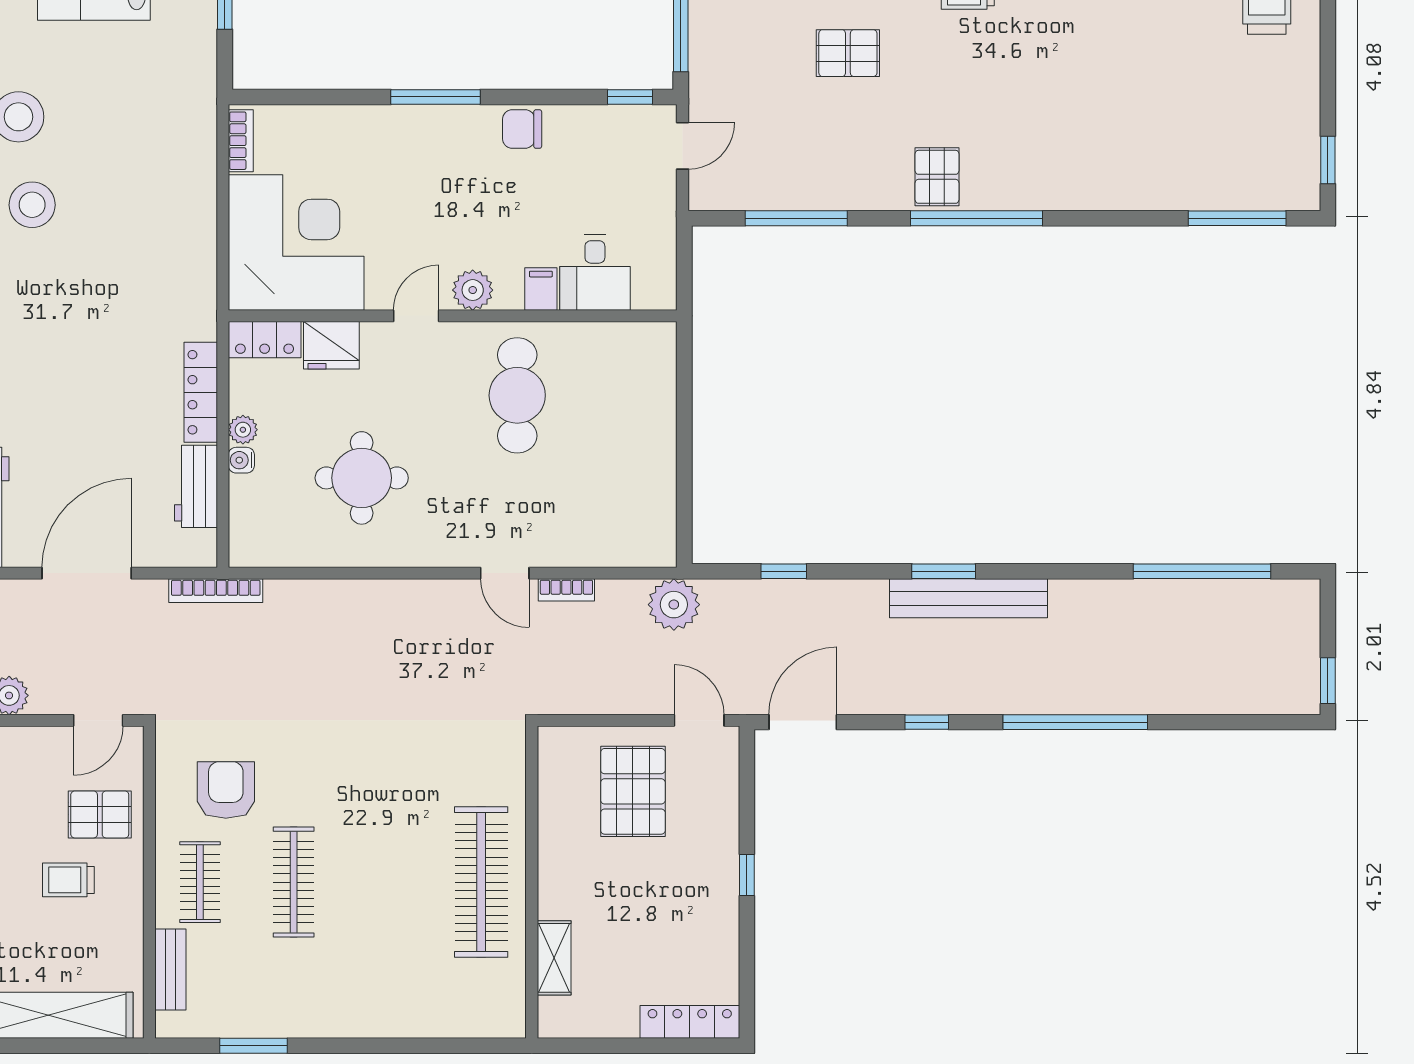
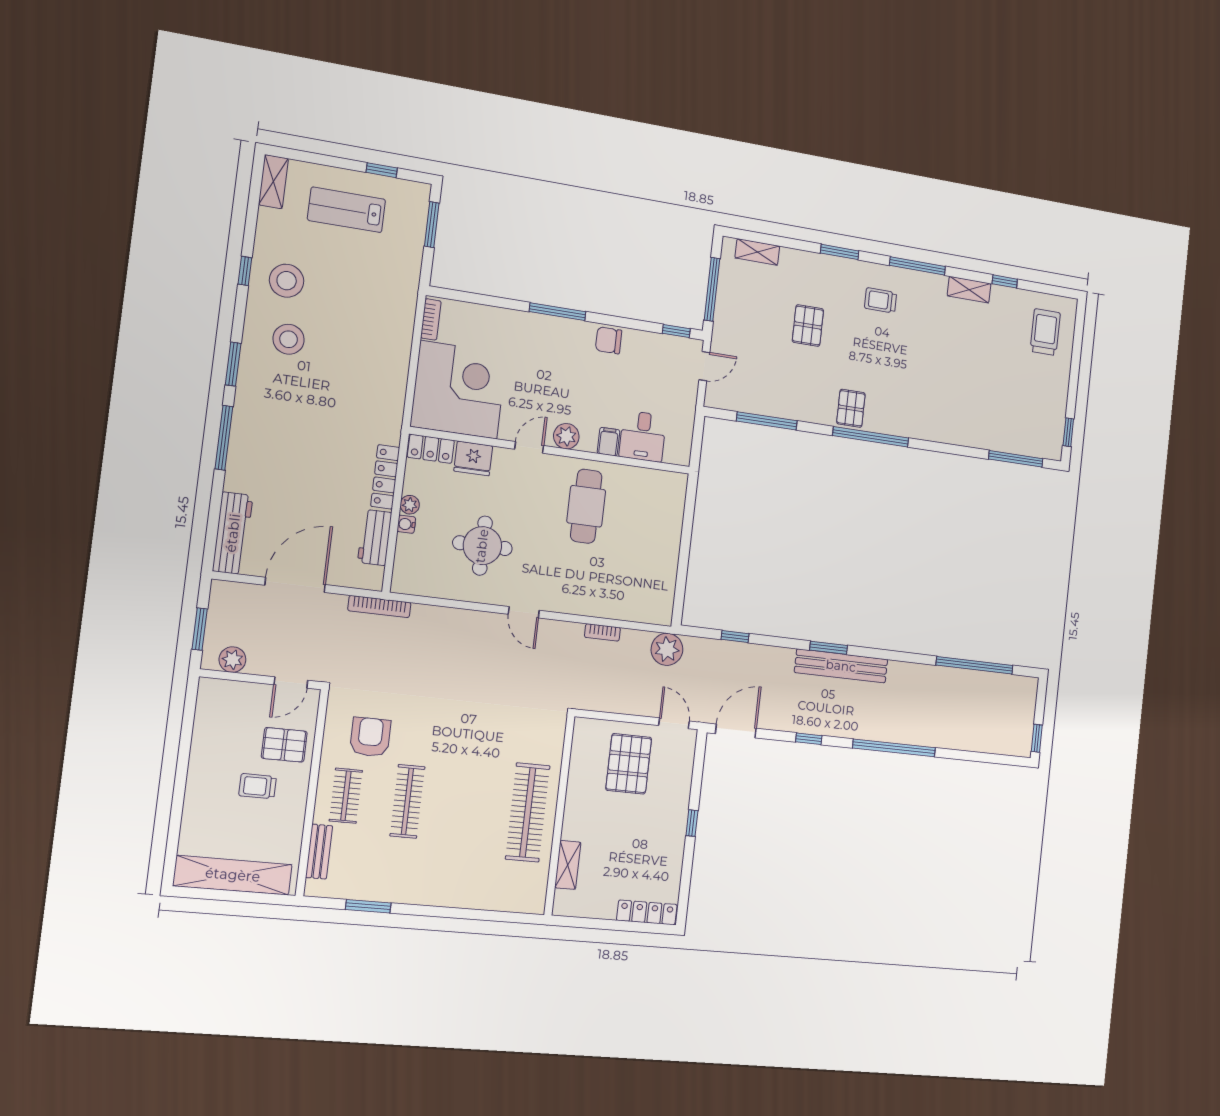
pallet: (848, 53) -> (808, 326), turned 90
door: (505, 573) -> (524, 612), moved

